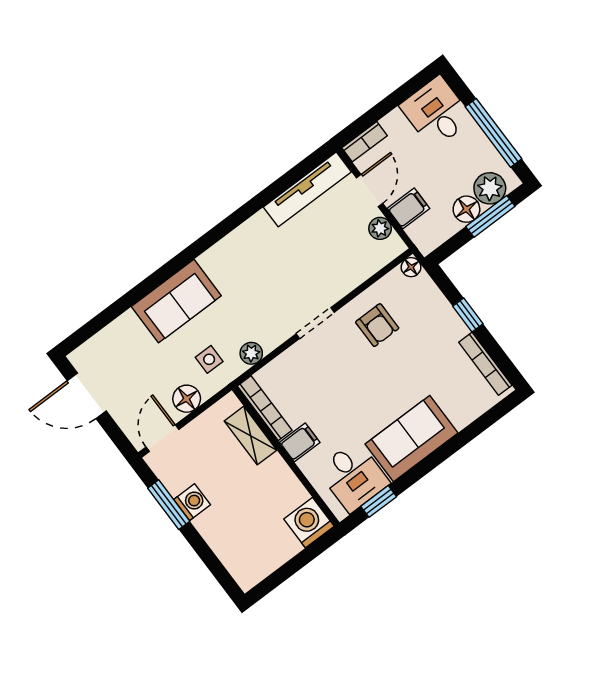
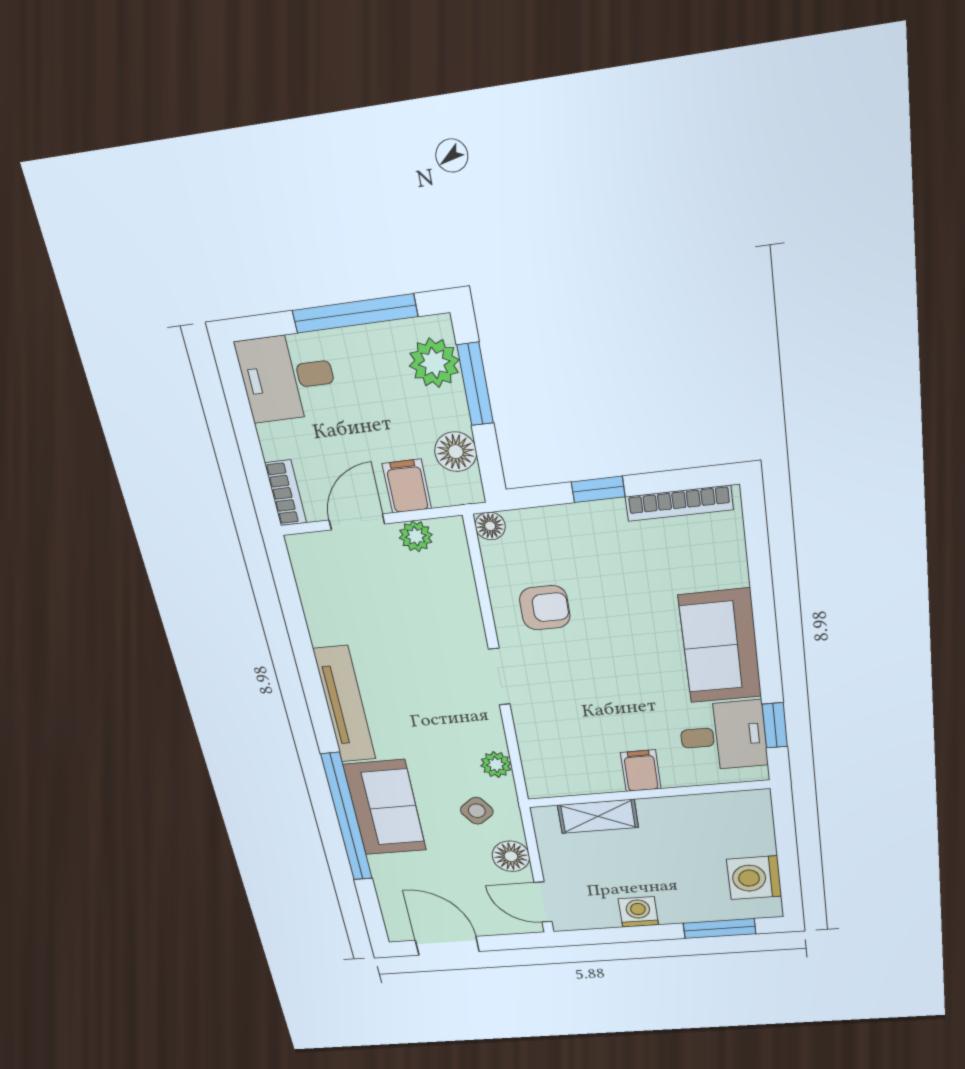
tv unit: (307, 189) -> (345, 704), moved
door: (370, 191) -> (357, 522), hinge flipped
floor lamp: (466, 209) -> (456, 452), moved
window: (154, 281) -> (347, 817), added
side table: (209, 359) -> (477, 811), turned -36
door: (87, 396) -> (447, 946), swing flipped
bookcase: (265, 408) -> (573, 785), removed
window: (169, 505) -> (720, 929), moved
washing machine: (309, 523) -> (754, 878), moved

